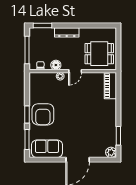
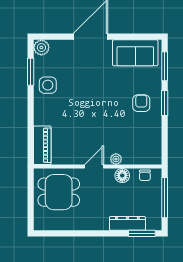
dresser: (67, 32) -> (127, 223), moved
armchair: (43, 114) -> (141, 103), width x0.53, depth x0.53
side table: (107, 127) -> (48, 85), added

